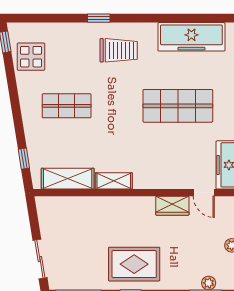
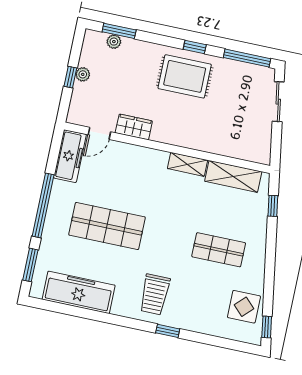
trolley: (119, 50) -> (155, 294), turned -90
door: (204, 193) -> (99, 133), swing flipped

